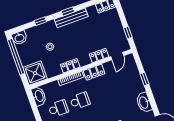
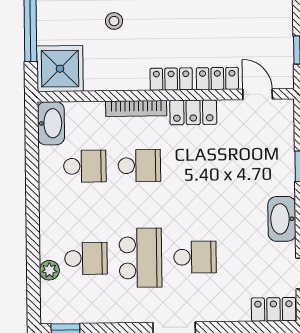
door: (117, 56) -> (258, 94), swing flipped
locker: (70, 66) -> (171, 79), moved

